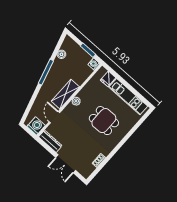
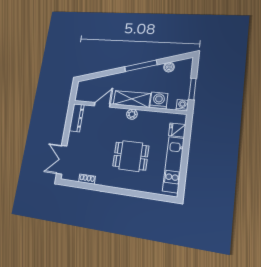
dining table: (104, 121) -> (131, 156), turned 90
washing machine: (36, 126) -> (159, 100), moved, turned -90
double door: (66, 164) -> (62, 160), moved

